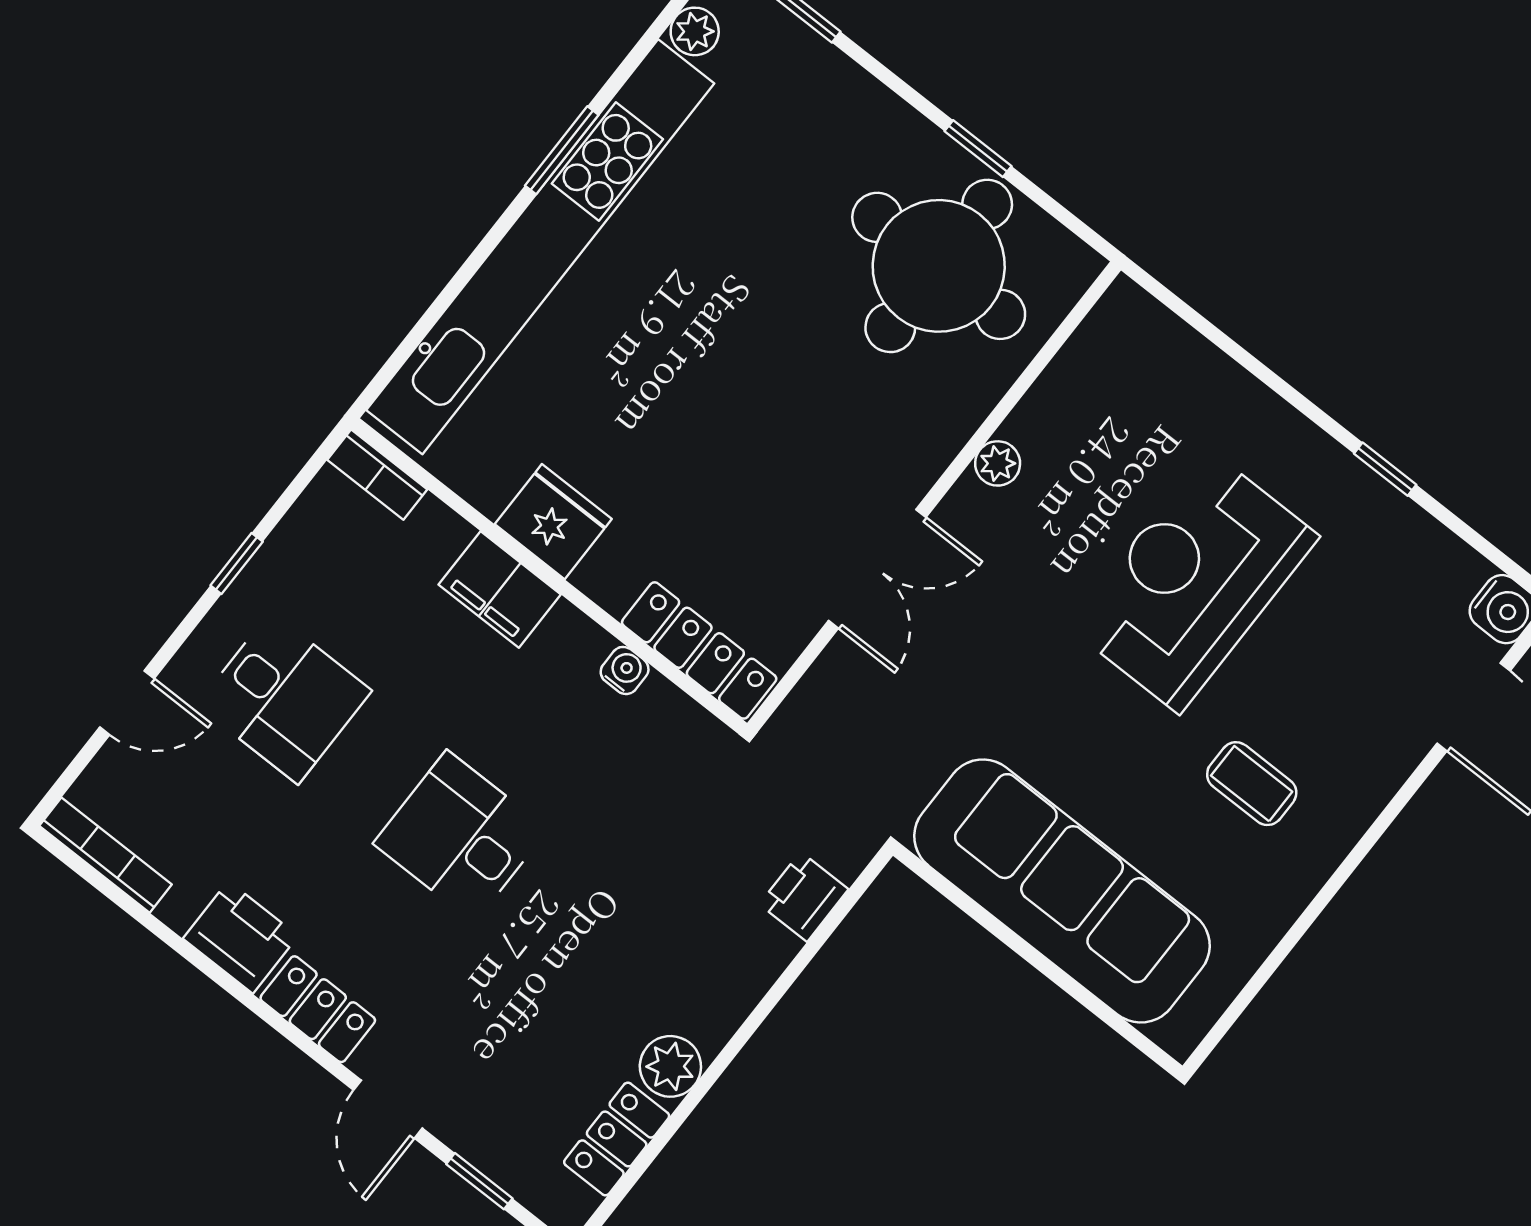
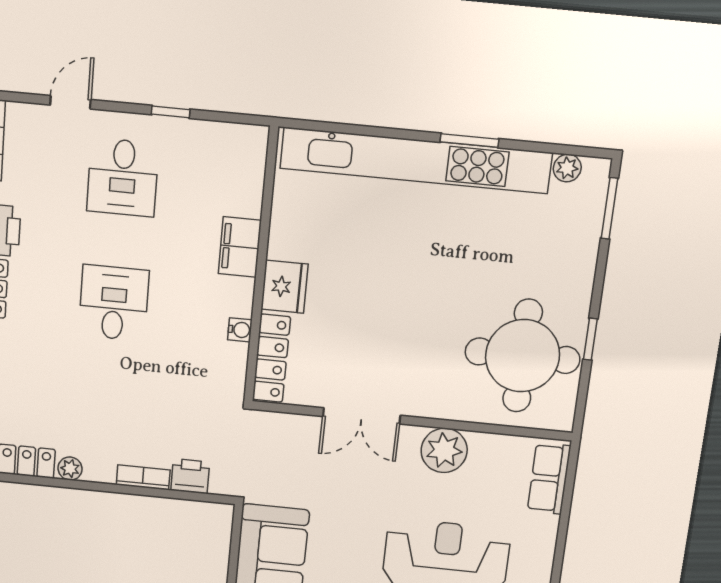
row of seats: (1160, 341) -> (549, 478), added
plant: (998, 463) -> (444, 450), width x1.88, depth x1.88
bookcase: (377, 475) -> (143, 477), moved, turned 90
fridge: (553, 522) -> (284, 287), moved
door: (127, 703) -> (70, 102), swing flipped
plant: (670, 1066) -> (70, 469), width x0.73, depth x0.73

